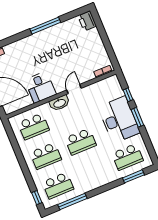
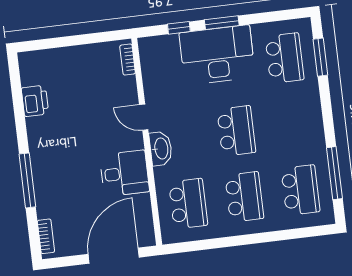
printer: (87, 21) -> (35, 101), moved, turned -90
window: (45, 26) -> (27, 180), moved
window: (37, 198) -> (311, 232), removed

